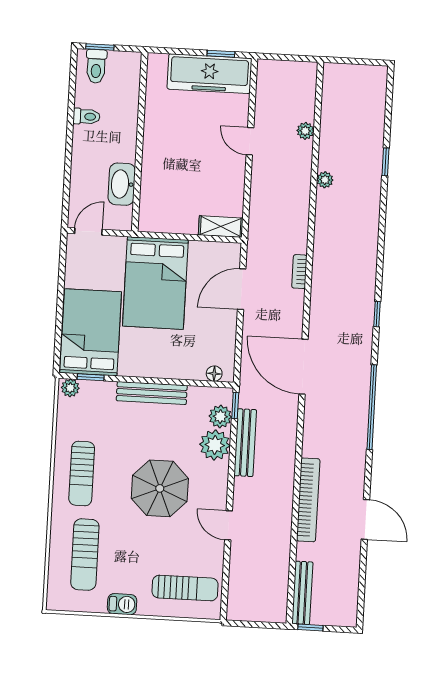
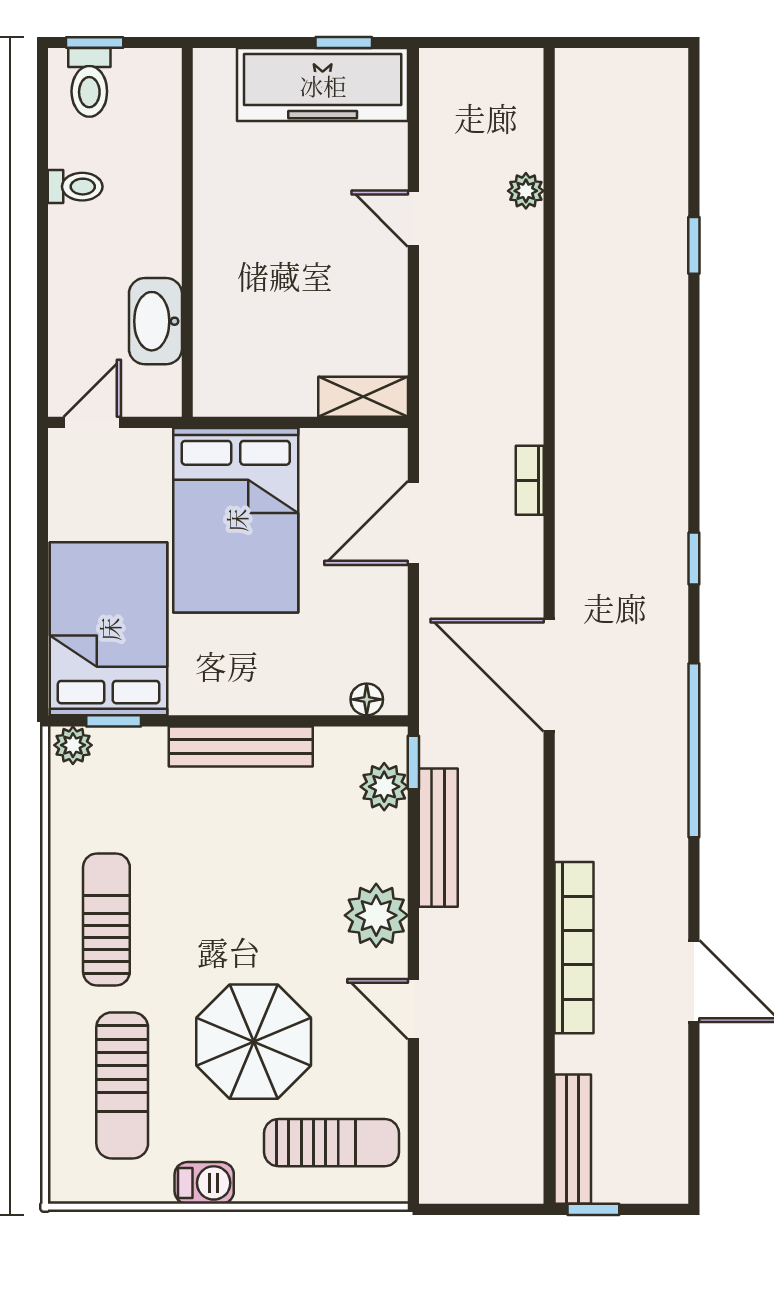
plant: (325, 180) -> (572, 289), removed
plant: (215, 445) -> (376, 915), moved
sun lounger: (82, 473) -> (106, 919), turned 180
parasol: (160, 488) -> (254, 1042), moved

